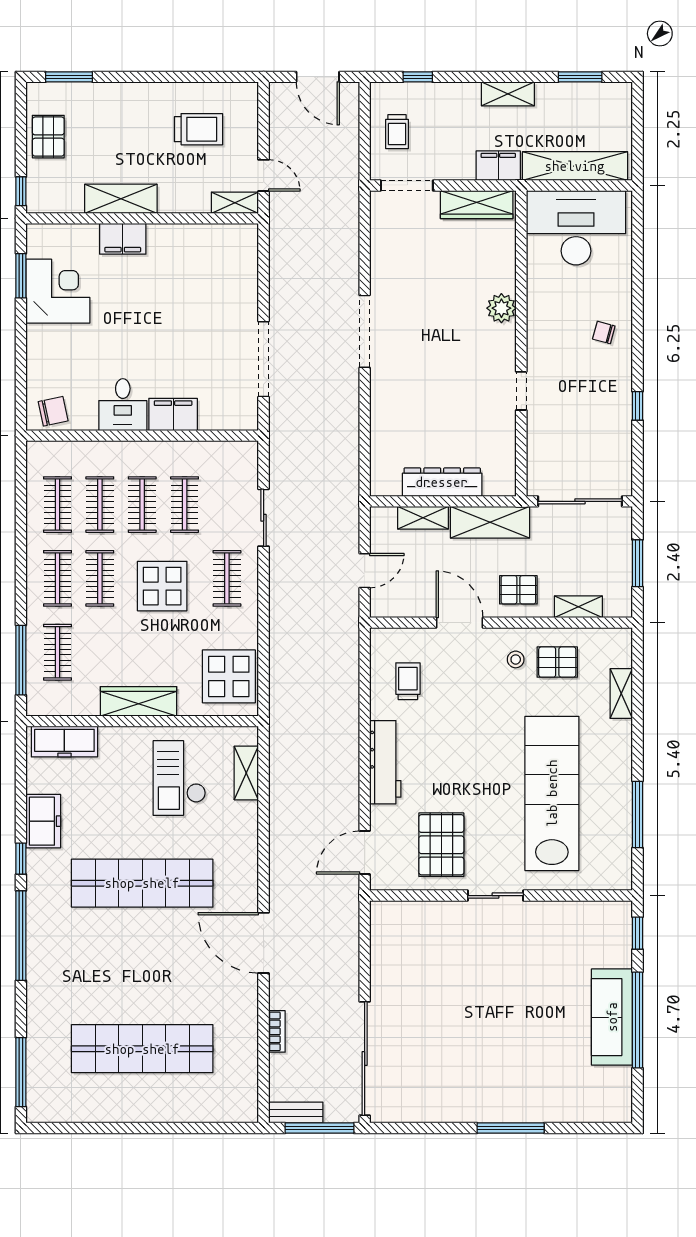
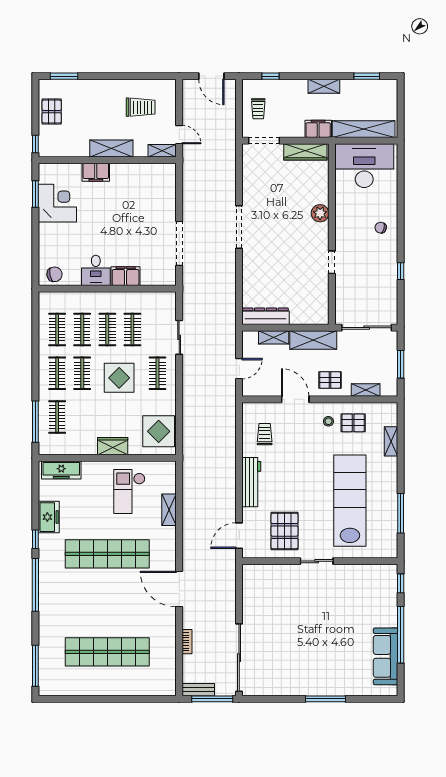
shelving: (121, 199) -> (111, 148), moved
dresser: (442, 482) -> (266, 316), moved
wardrobe: (138, 701) -> (113, 446), width x0.67
shelving: (246, 773) -> (169, 510), moved
sofa: (612, 1017) -> (386, 656), moved

